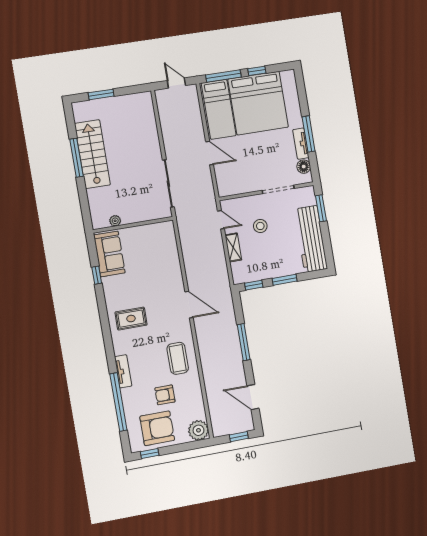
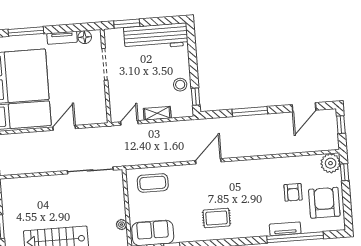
window: (309, 134) -> (26, 31), moved
stool: (260, 226) -> (180, 85), moved
window: (285, 280) -> (193, 66), removed
rug: (131, 319) -> (216, 218), turned 90
coffee table: (178, 358) -> (153, 183), moved
tv unit: (123, 371) -> (285, 229), moved
window: (150, 453) -> (345, 172), moved

